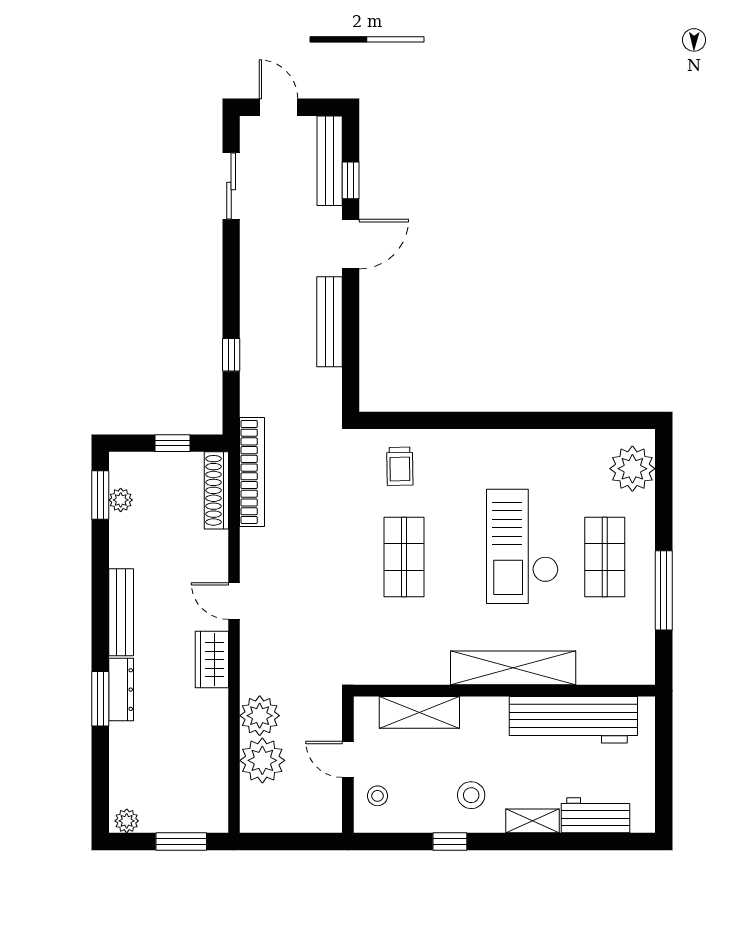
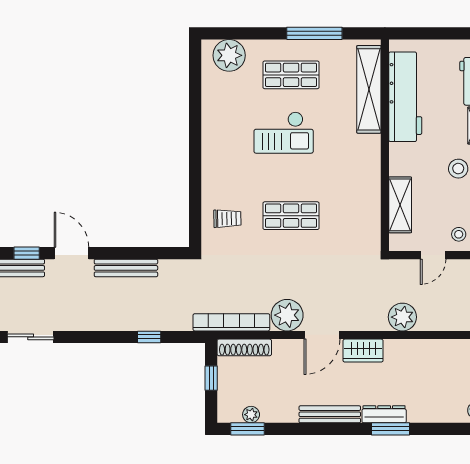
checkout: (522, 546) -> (284, 133), width x0.73, depth x0.83
door: (234, 601) -> (322, 335), width x1.38
shelving: (513, 668) -> (369, 89), moved
plant: (262, 760) -> (287, 315), moved

